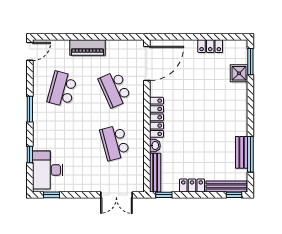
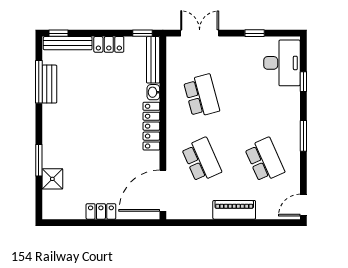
locker: (210, 46) -> (101, 211), moved
window: (250, 62) -> (39, 160), moved
school desk: (62, 89) -> (265, 160), turned -39
window: (52, 195) -> (255, 33), moved

